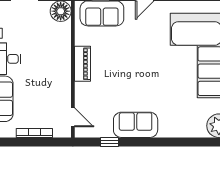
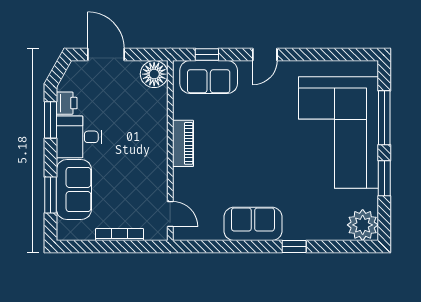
window: (110, 142) -> (294, 246), moved

